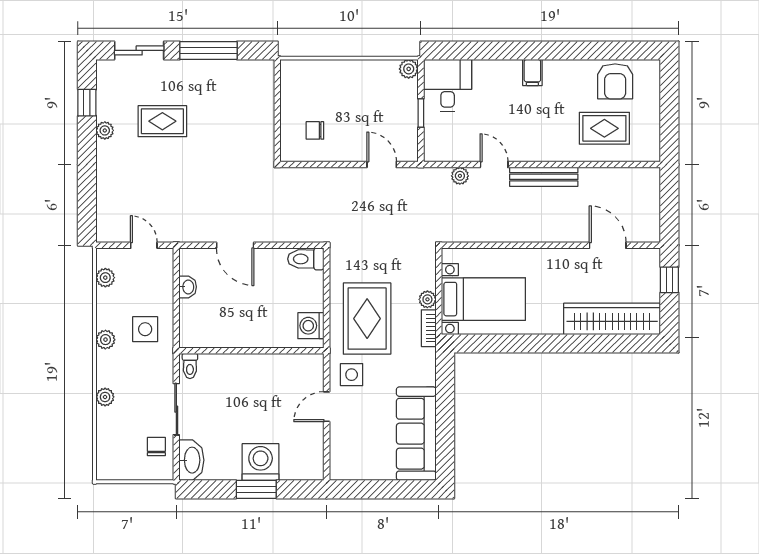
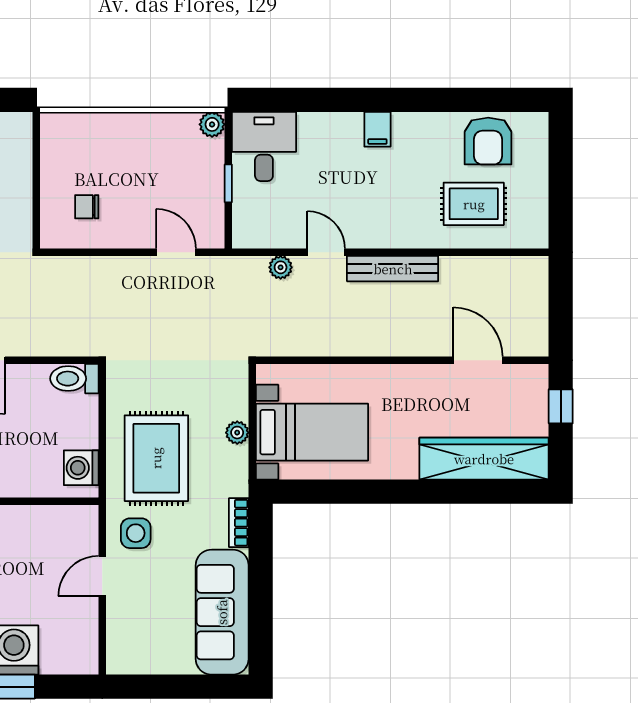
bookcase: (429, 328) -> (239, 523), moved

